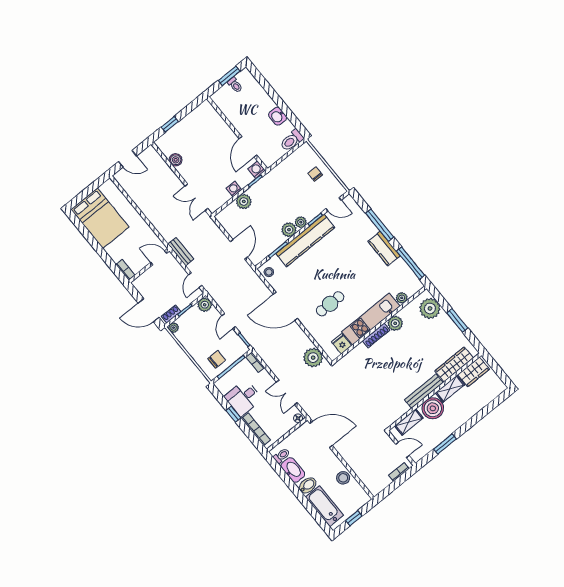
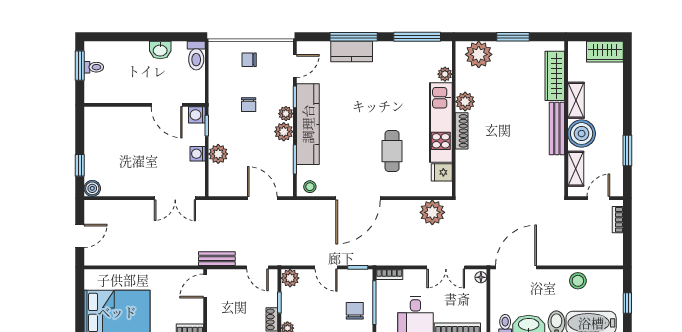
boiler: (176, 160) -> (92, 188), moved
chair: (288, 196) -> (249, 105), added
kitchen counter: (384, 249) -> (352, 51), moved
wardrobe: (474, 372) -> (605, 52), moved, turned 90

